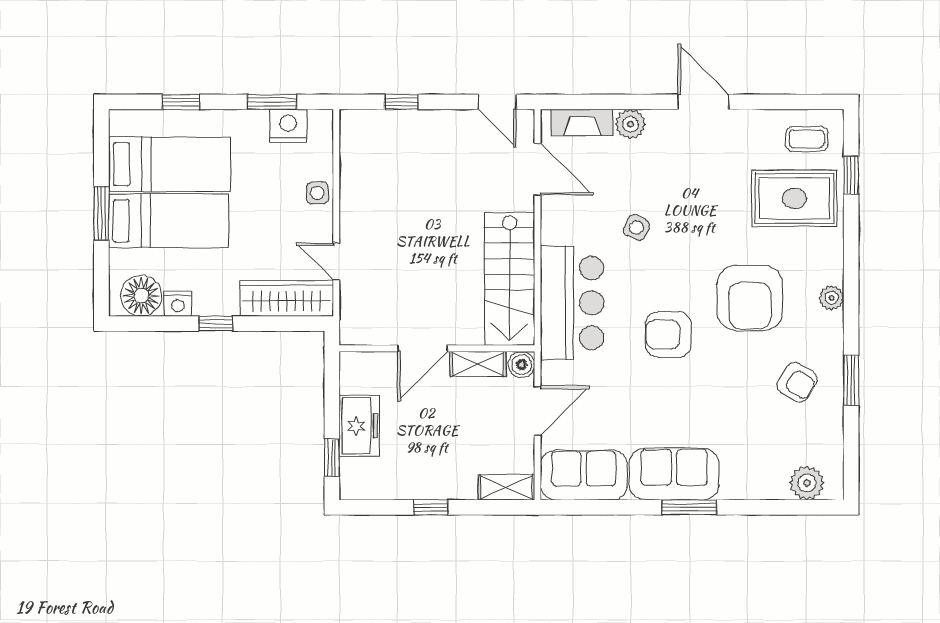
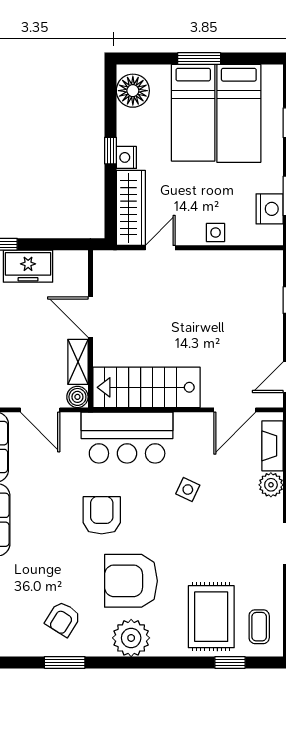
plant: (832, 298) -> (131, 638), width x1.87, depth x1.87
nightstand: (178, 304) -> (126, 157), moved

